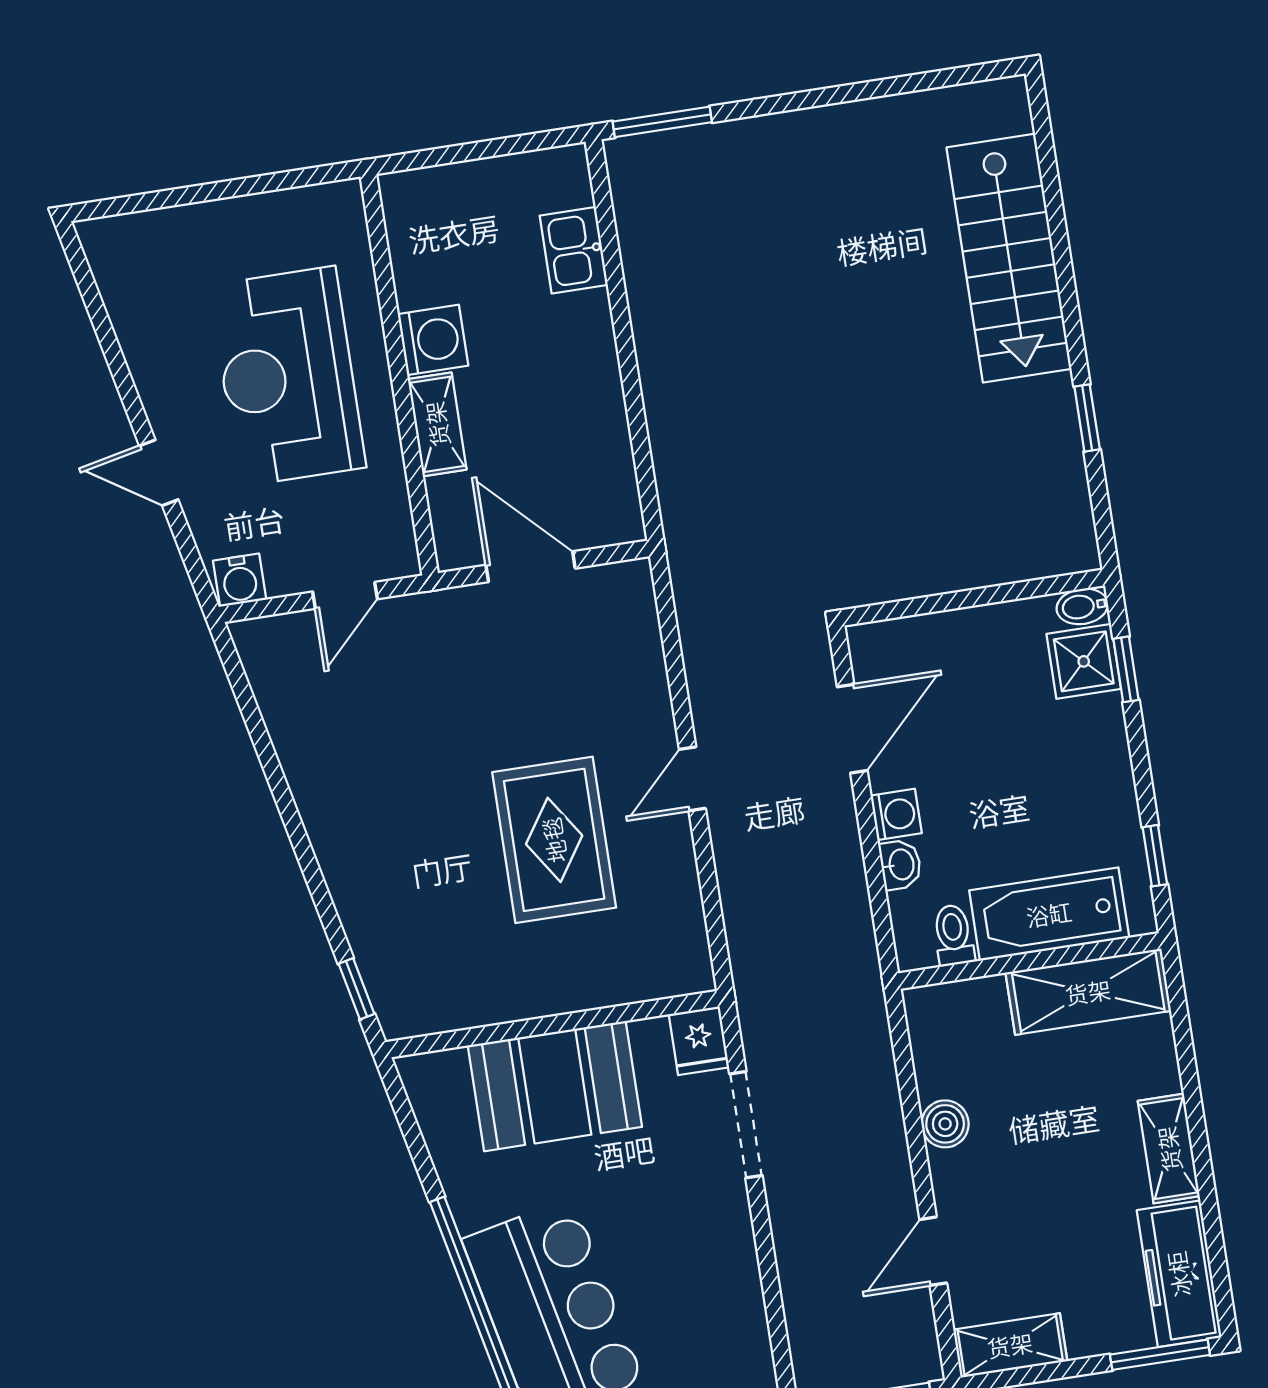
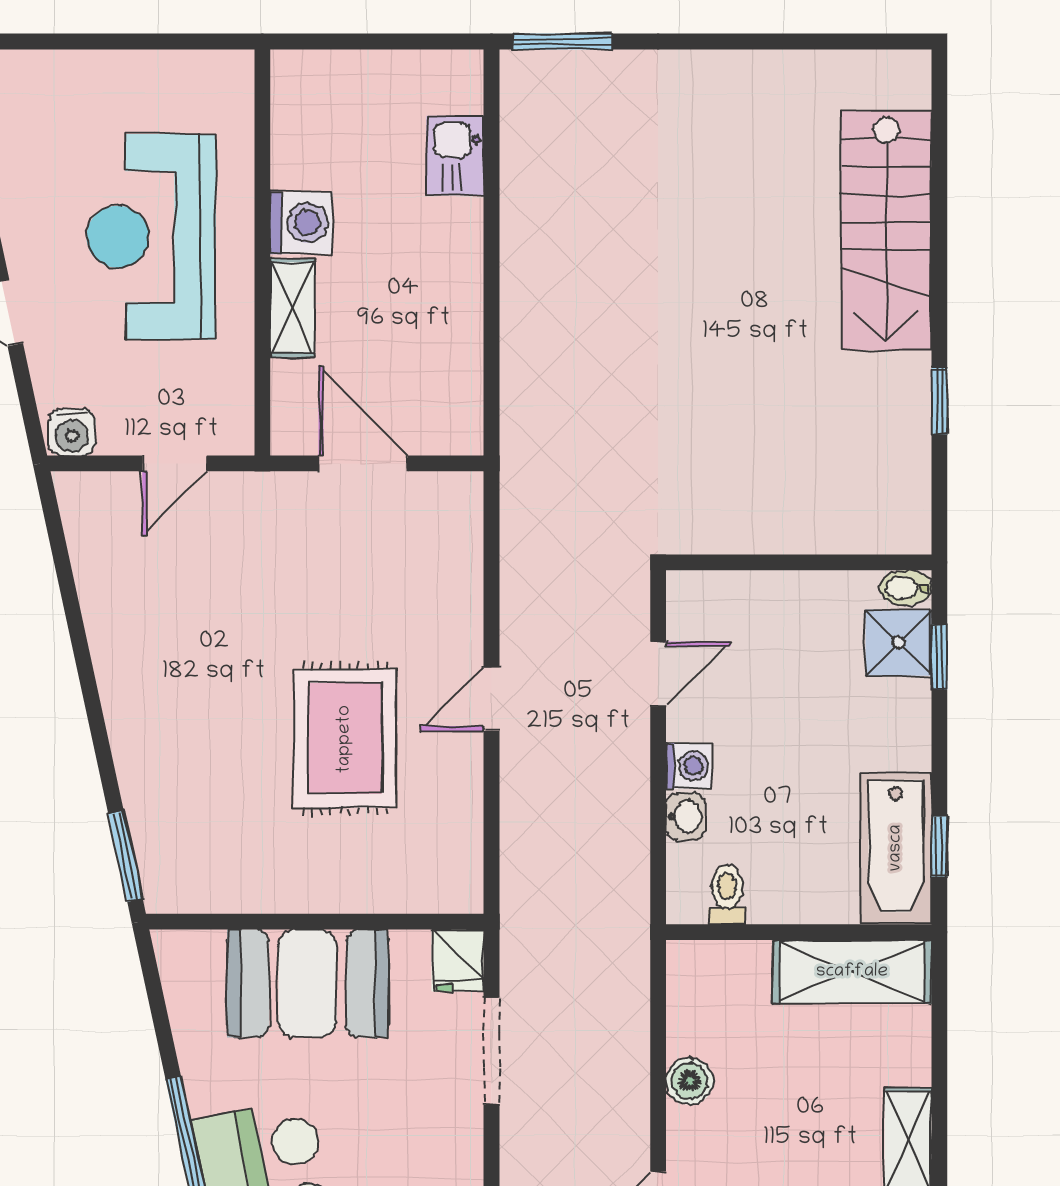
door: (852, 729) -> (658, 674), width x0.73
bathtub: (1049, 914) -> (896, 848), moved, turned -90
window: (357, 989) -> (125, 856), width x1.50

